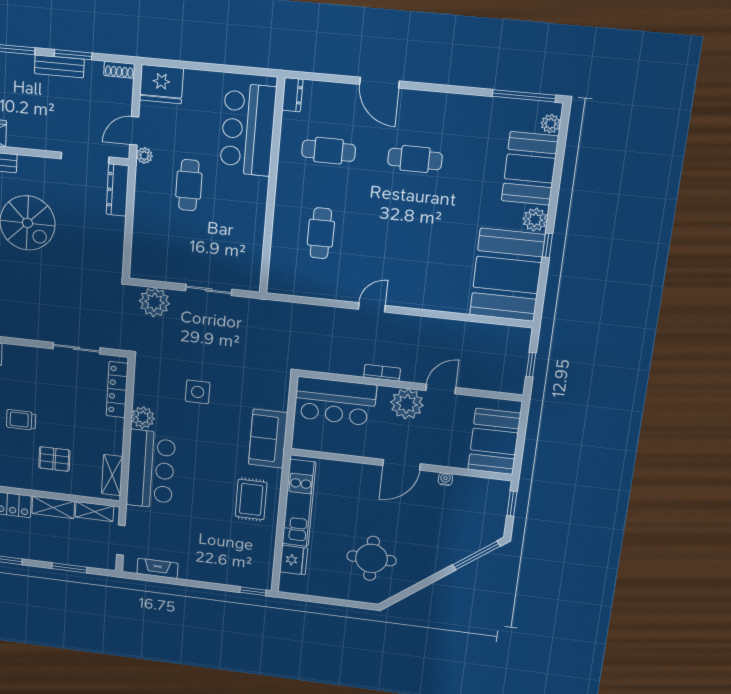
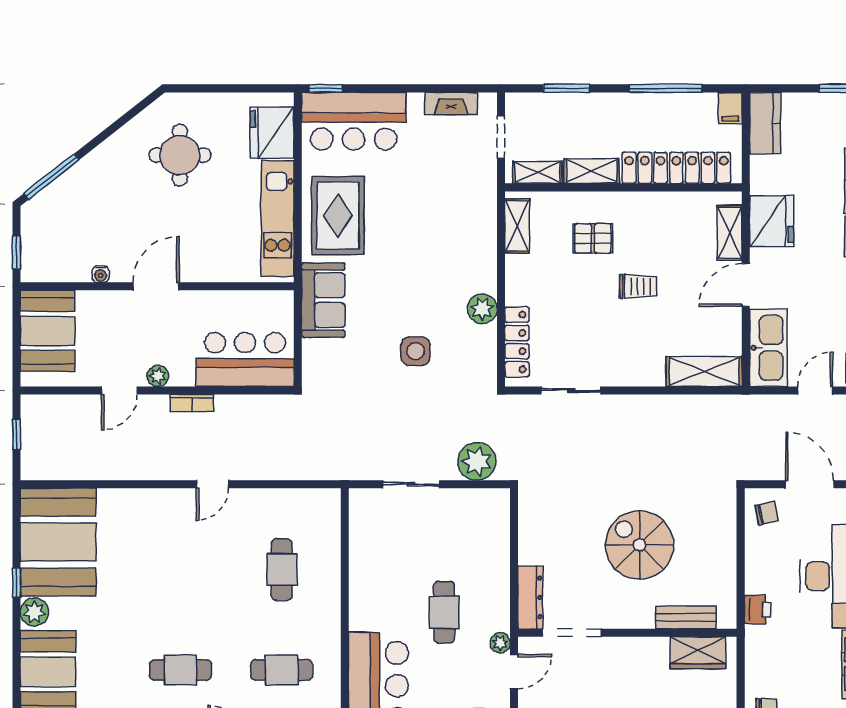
plant: (407, 404) -> (158, 376), width x0.53, depth x0.53
bar counter: (151, 470) -> (354, 121), moved, turned -90
rug: (251, 499) -> (338, 215), width x1.36, depth x1.43
fridge: (294, 560) -> (272, 133), width x1.36, depth x1.34

